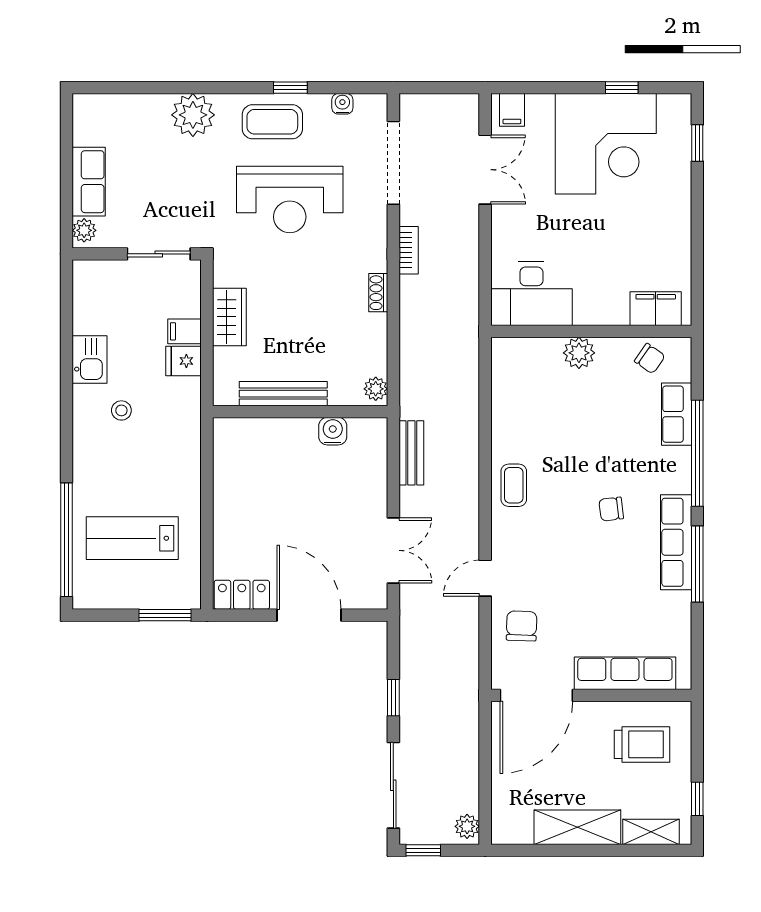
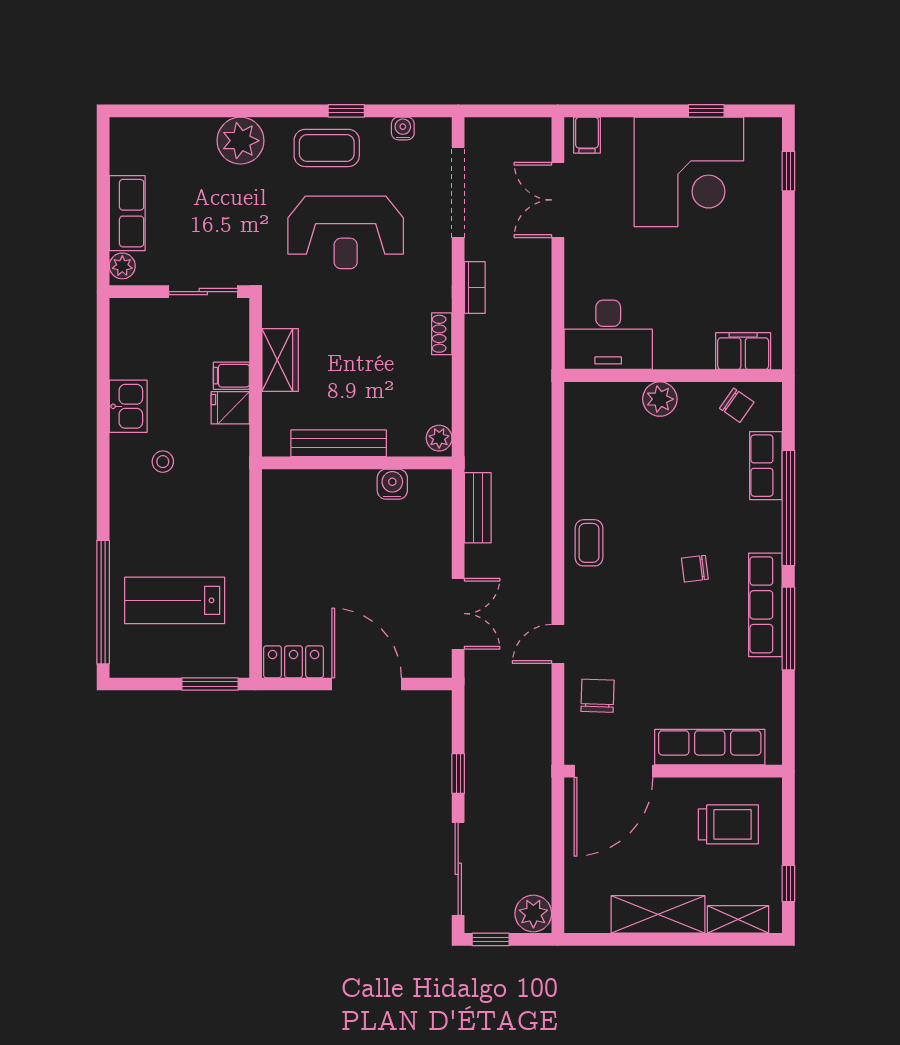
double door: (485, 170) -> (558, 200), swing flipped
plant: (467, 826) -> (533, 913), width x1.38, depth x1.38

